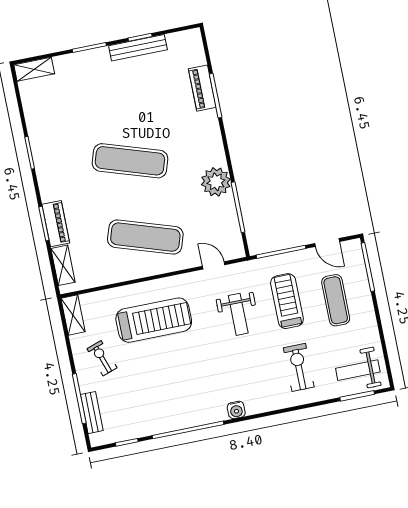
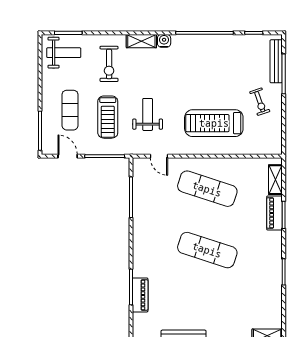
plant: (216, 182) -> (144, 220), removed
shelving: (73, 315) -> (141, 41), moved, turned 90
bench: (92, 413) -> (276, 61), width x1.36

